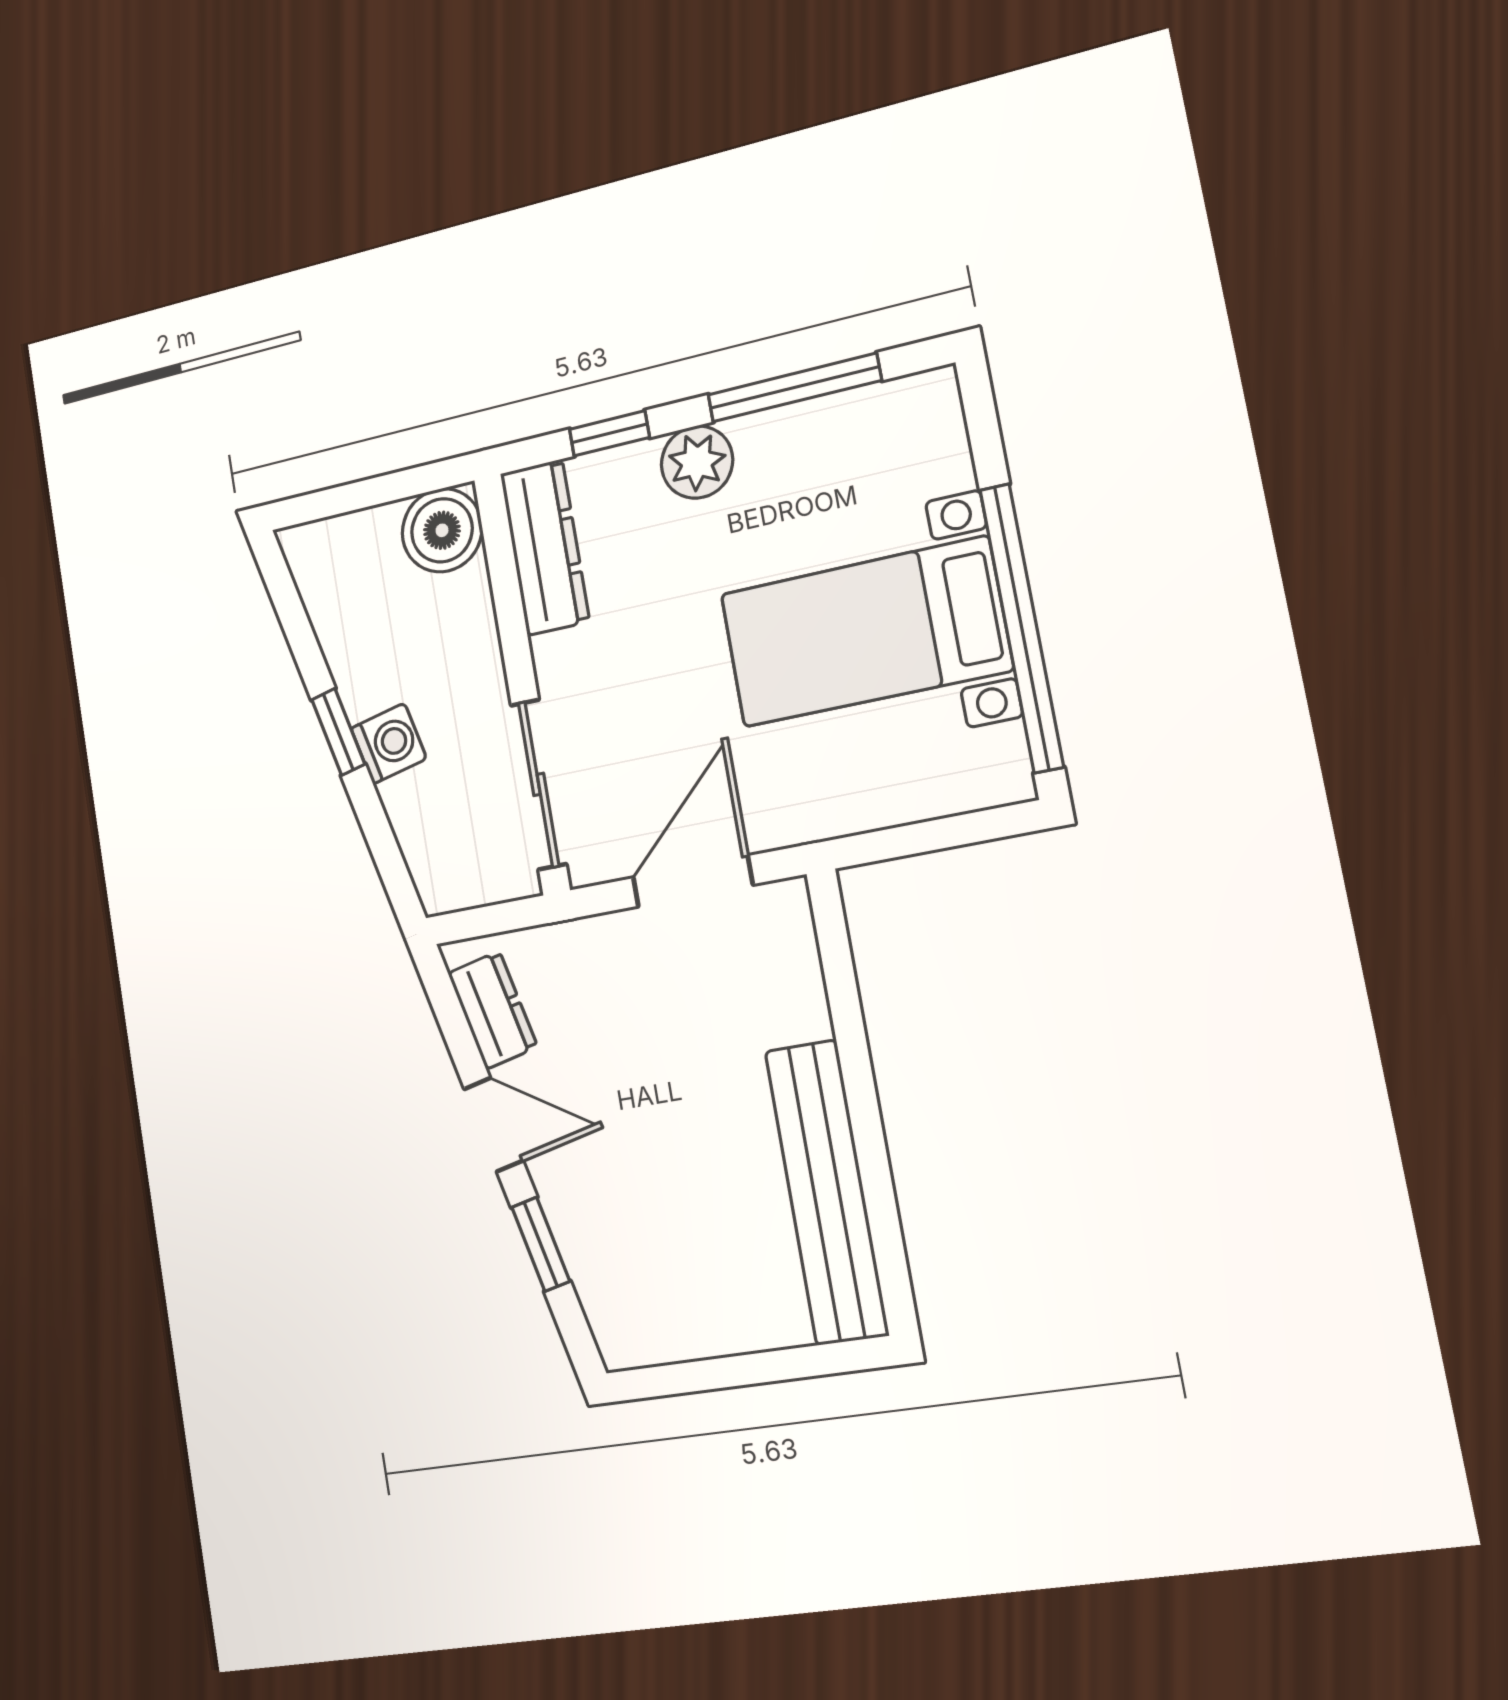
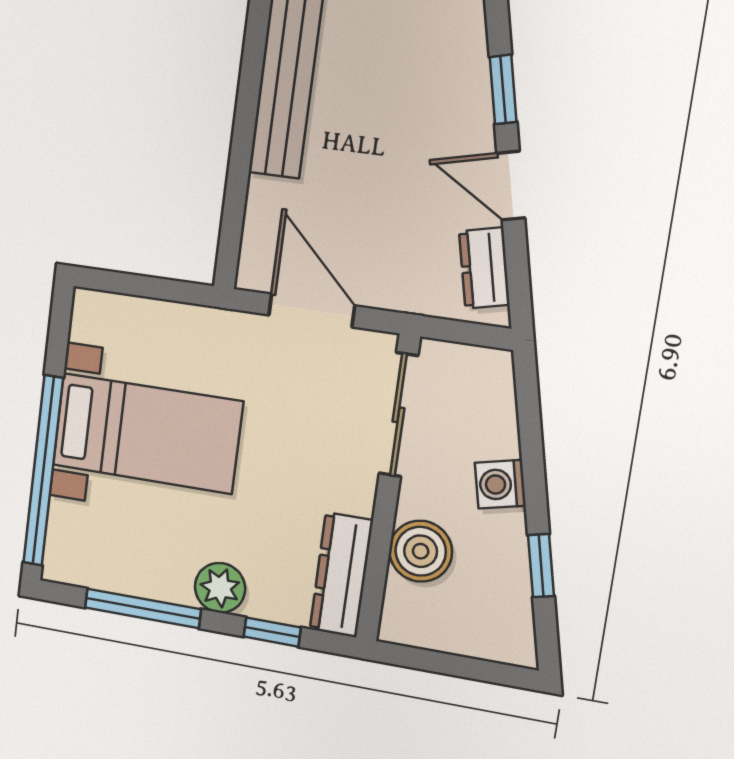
boiler: (442, 530) -> (421, 551), moved
window: (1022, 628) -> (43, 471), moved
window: (338, 732) -> (541, 566), moved
door: (693, 881) -> (312, 310), swing flipped

